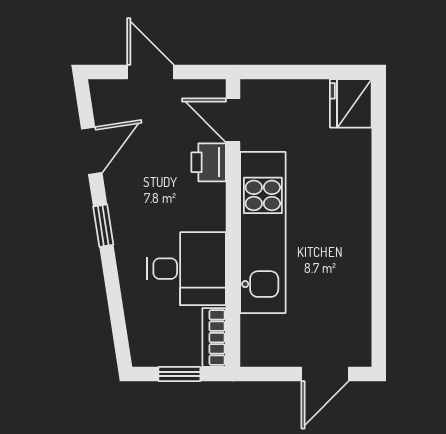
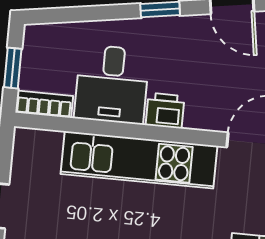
printer: (209, 162) -> (165, 111), moved

